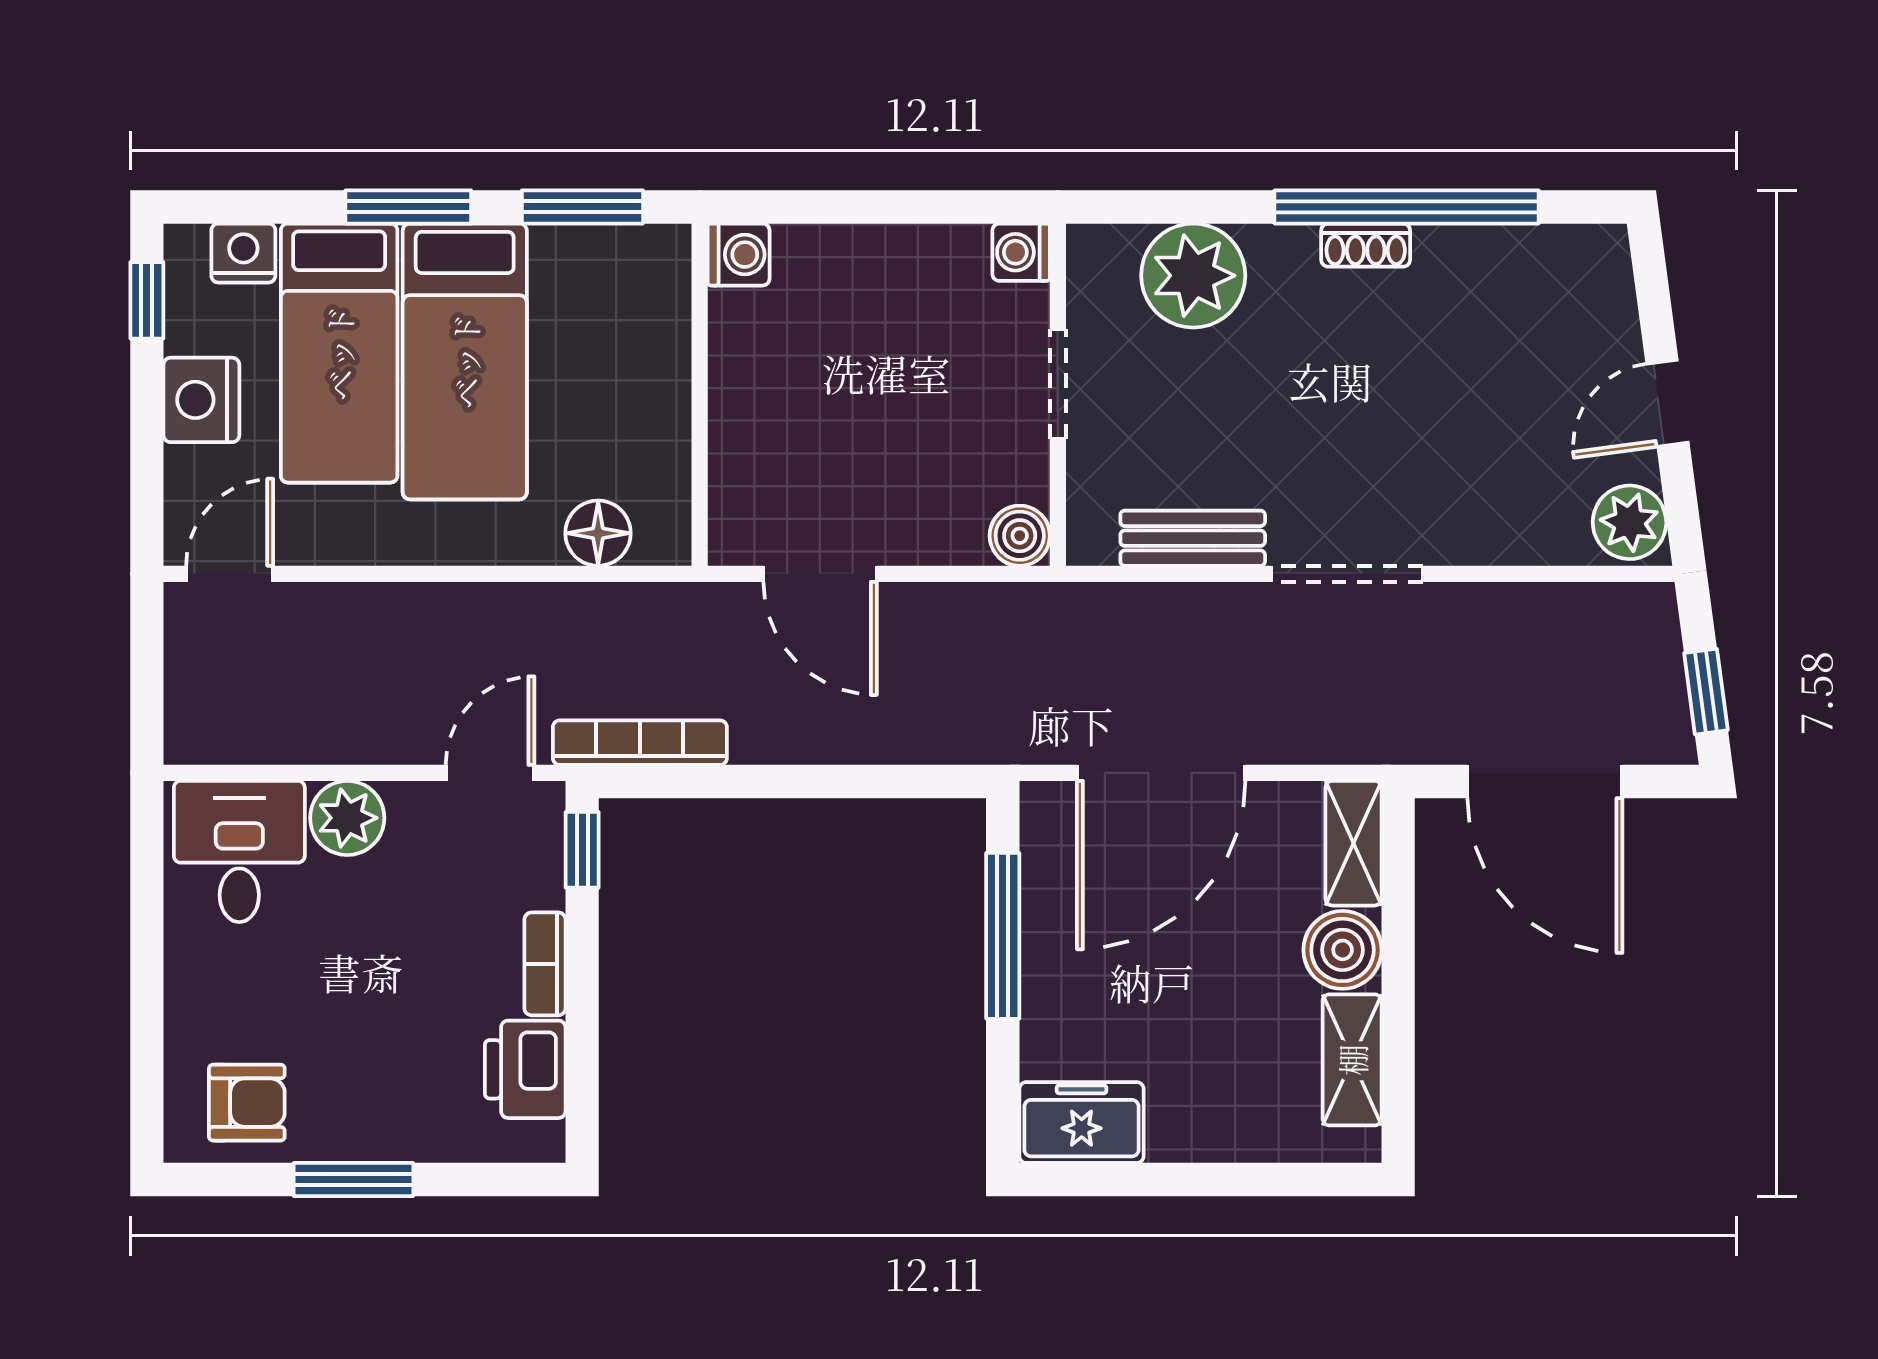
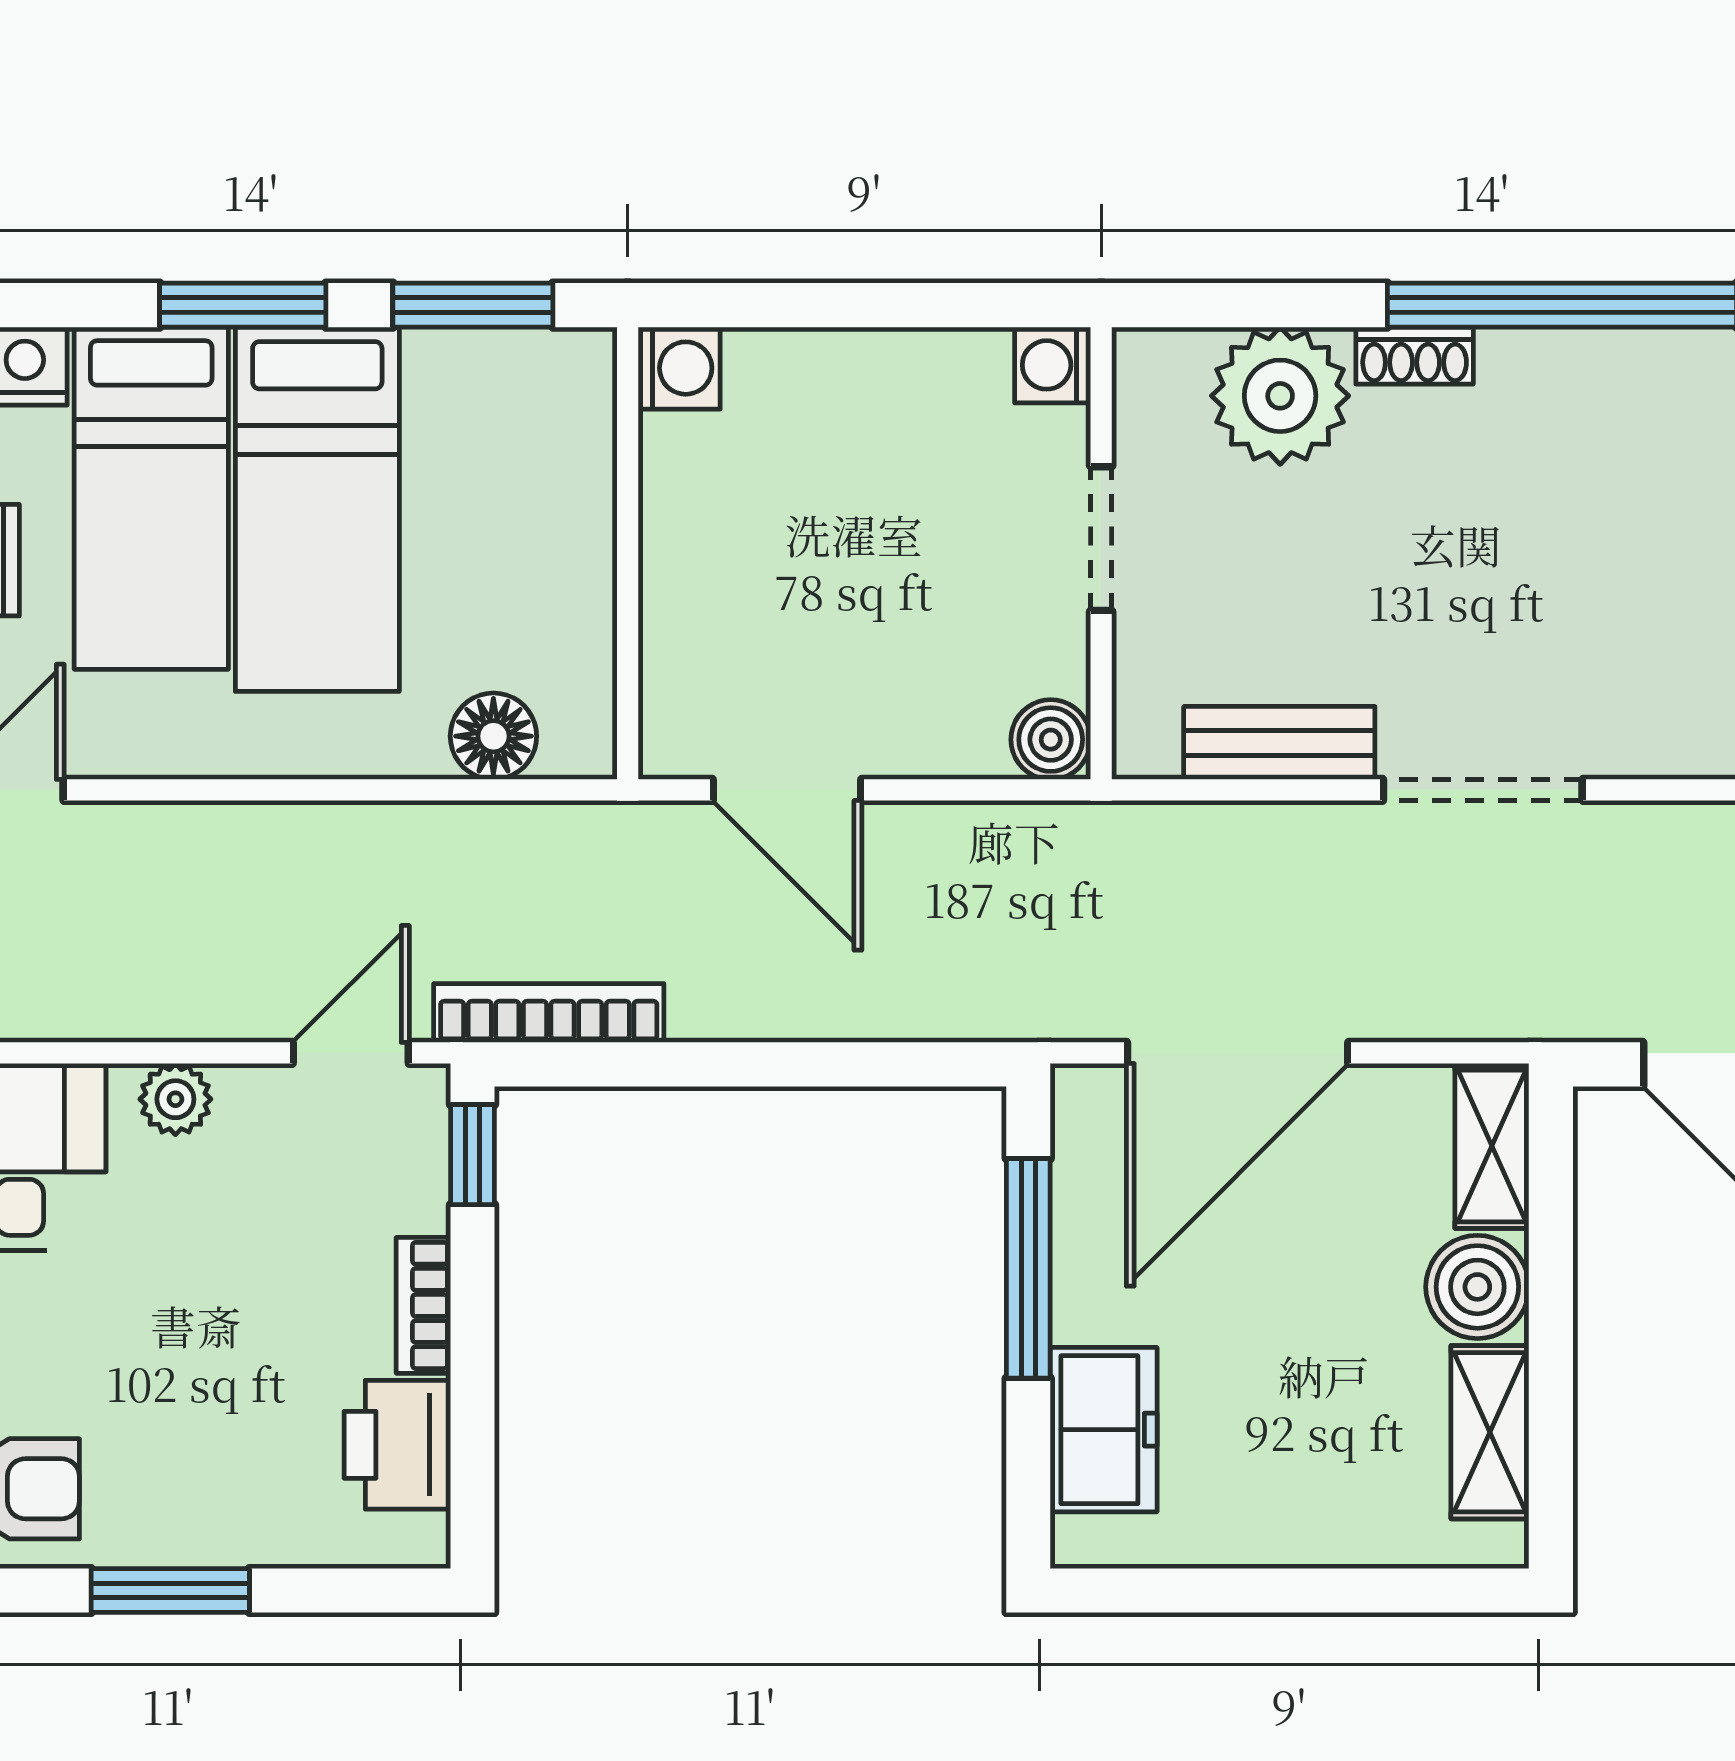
shoe rack: (1366, 245) -> (1415, 356), moved
plant: (347, 818) -> (175, 1099), width x0.73, depth x0.73
freezer: (1082, 1123) -> (1104, 1430), moved, turned 90

